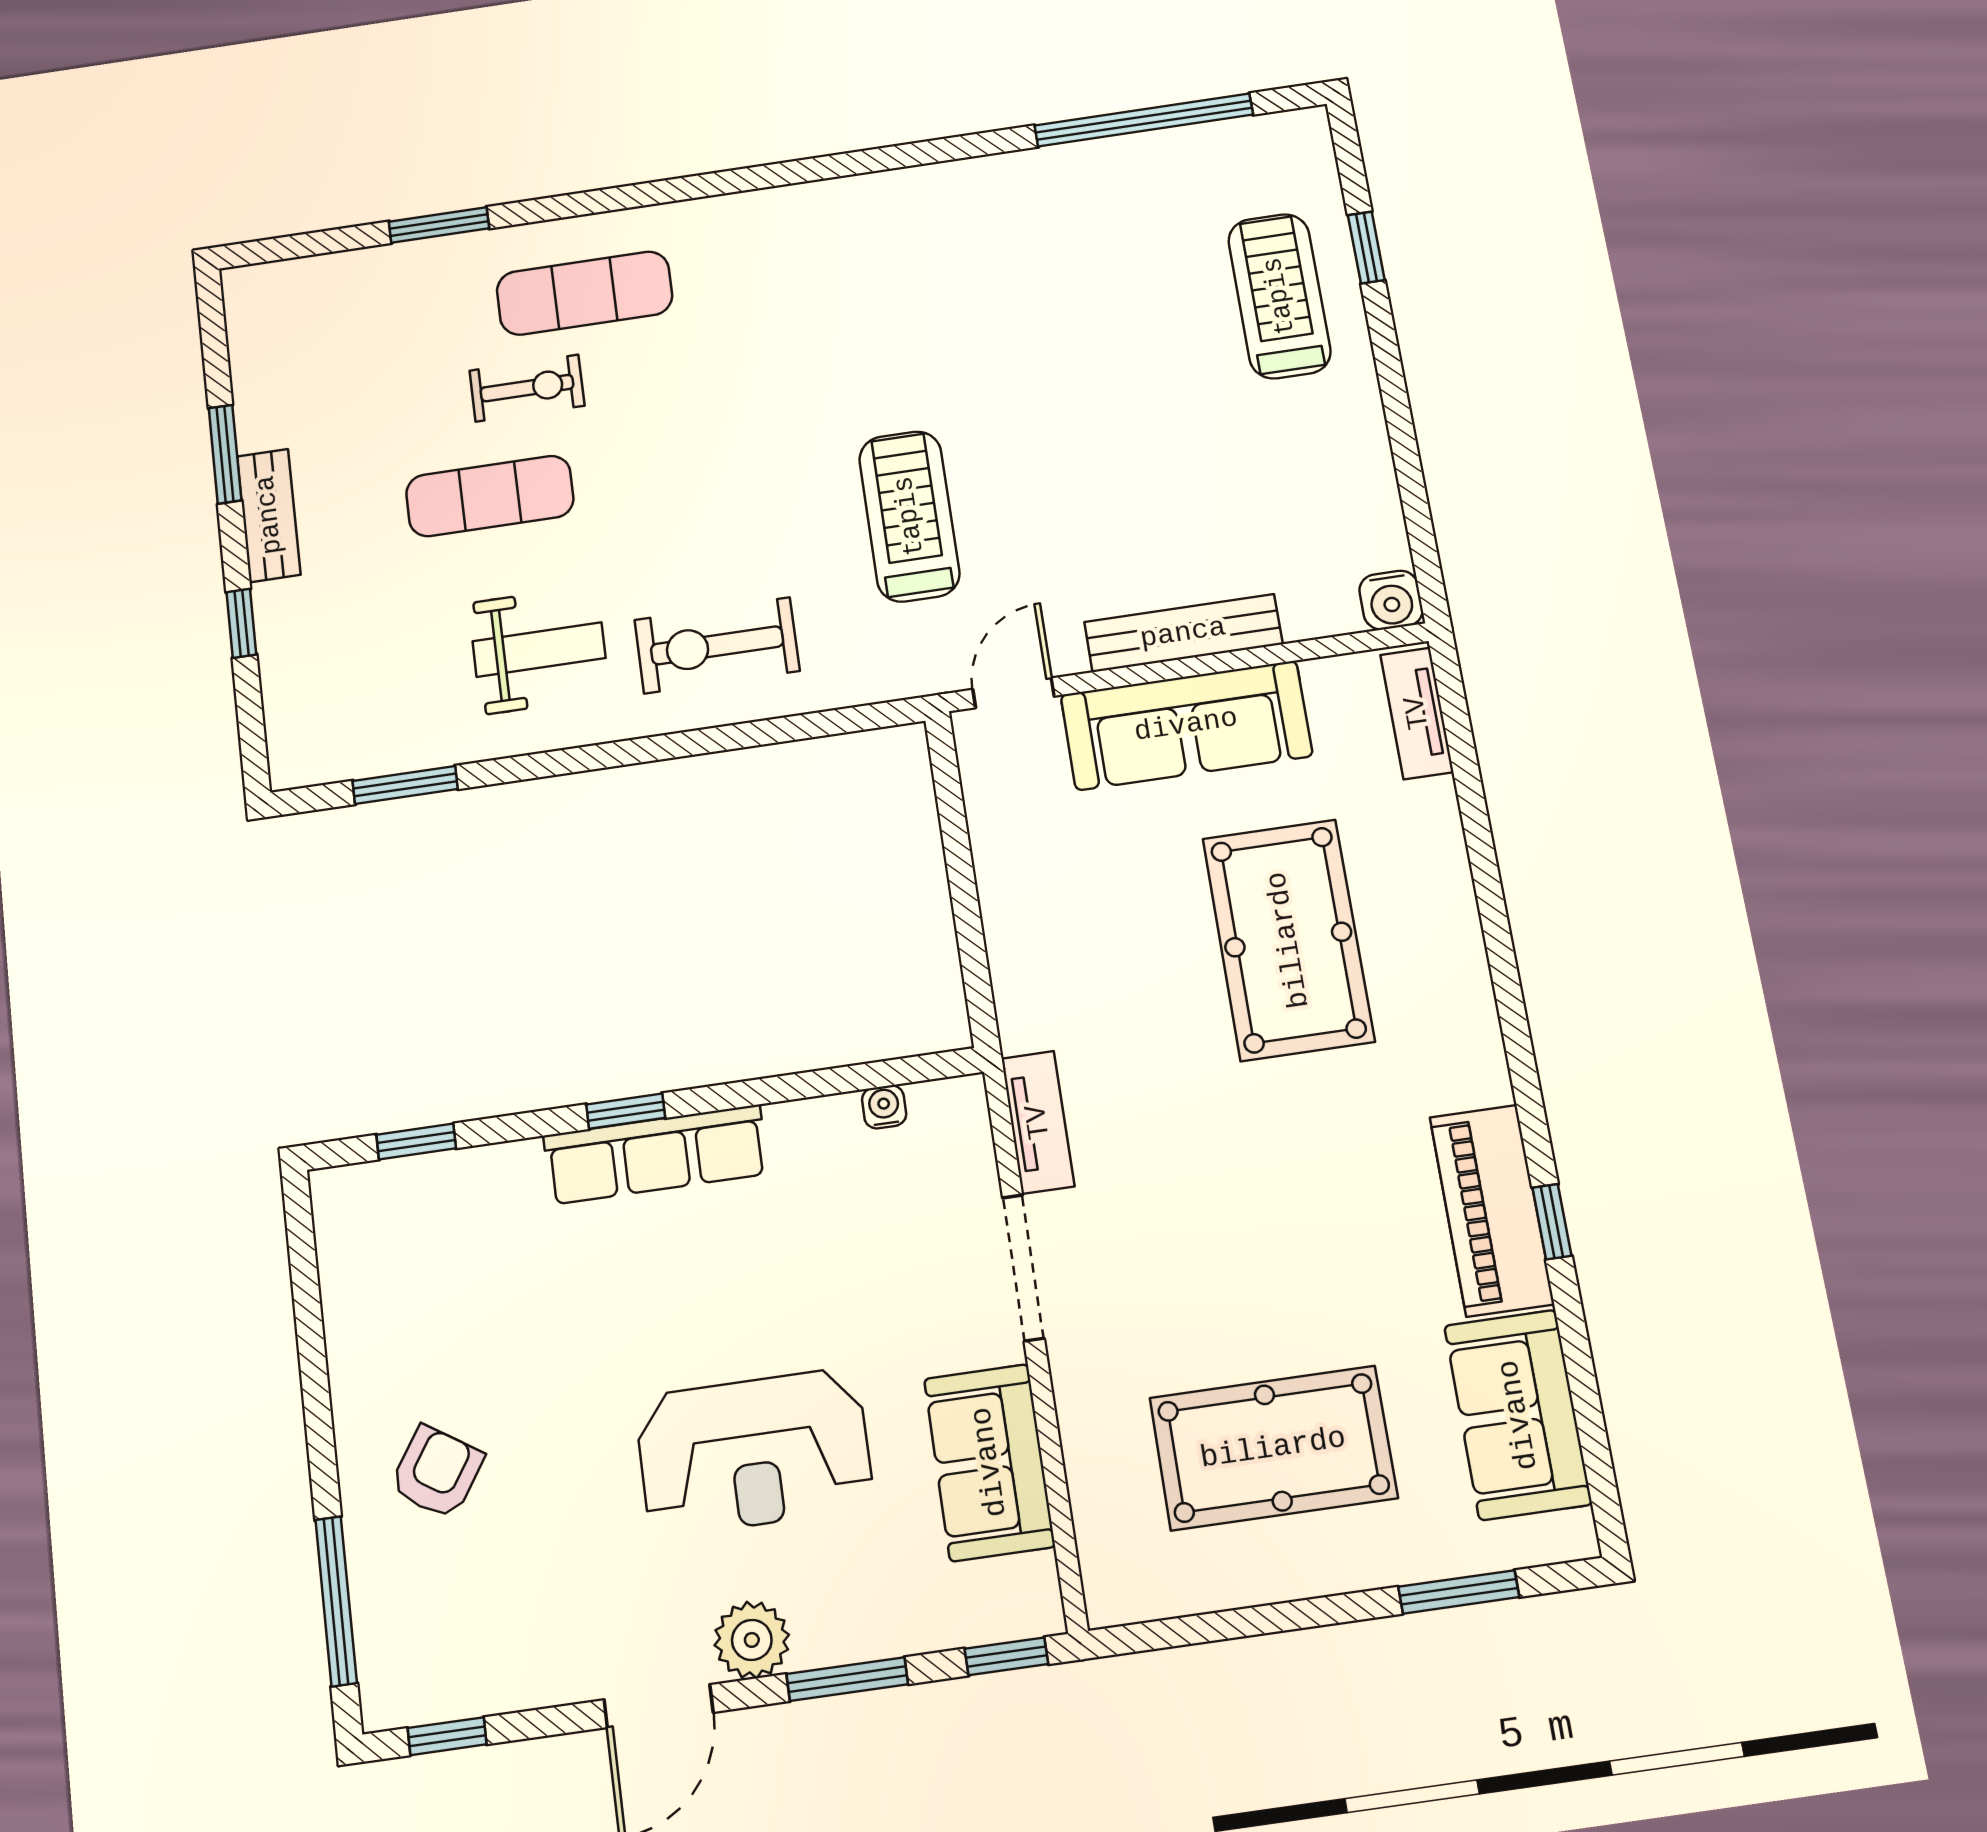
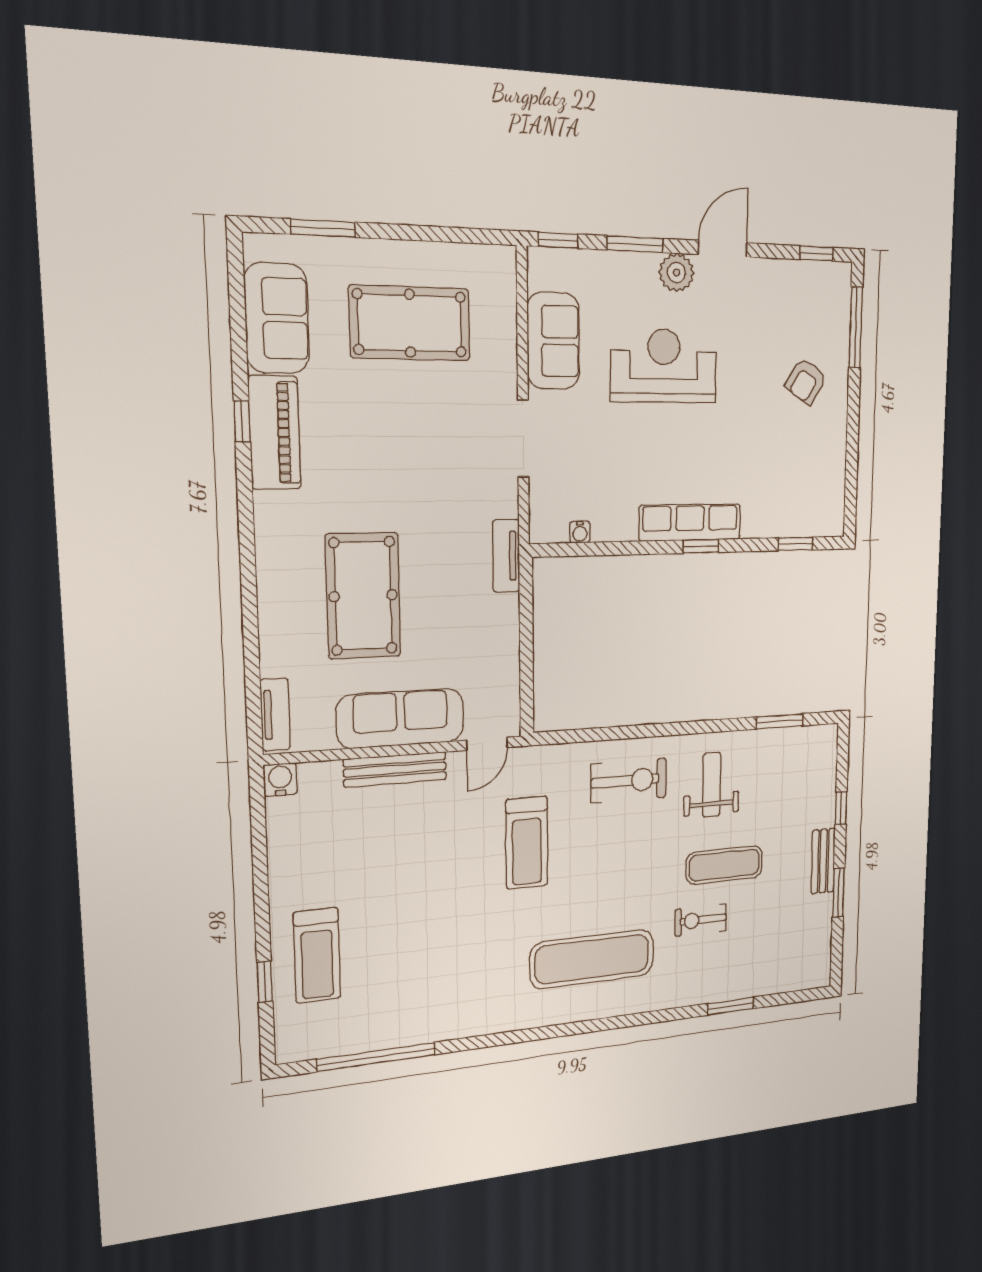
exercise mat: (584, 293) -> (592, 959), moved, width x1.36, depth x1.45
weight bench: (539, 650) -> (712, 785), turned 90
tv unit: (1038, 1122) -> (506, 556), moved

